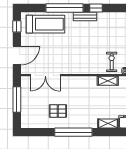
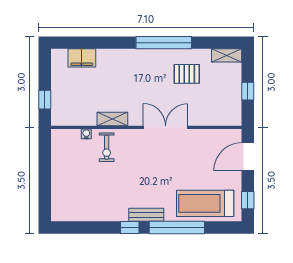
double door: (45, 75) -> (166, 127), moved
window: (17, 100) -> (248, 91), width x0.46
shelving: (108, 123) -> (227, 55), moved

